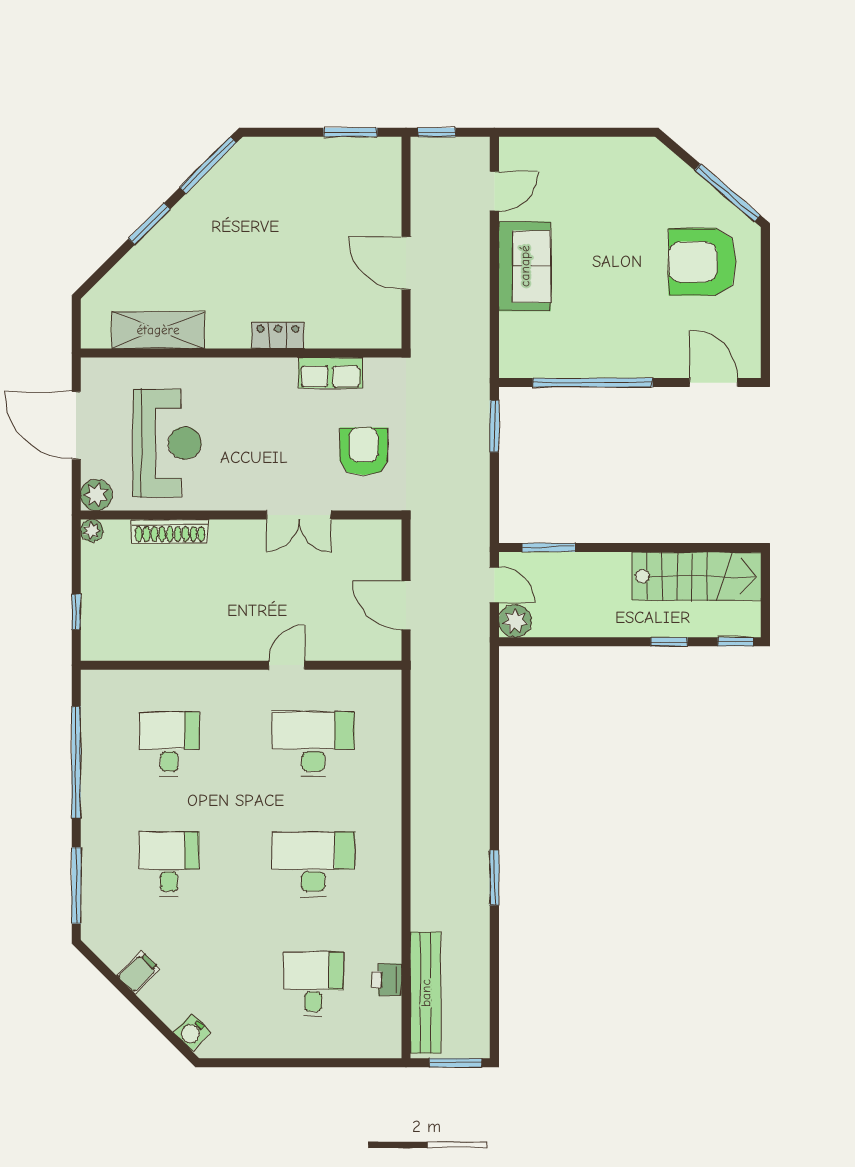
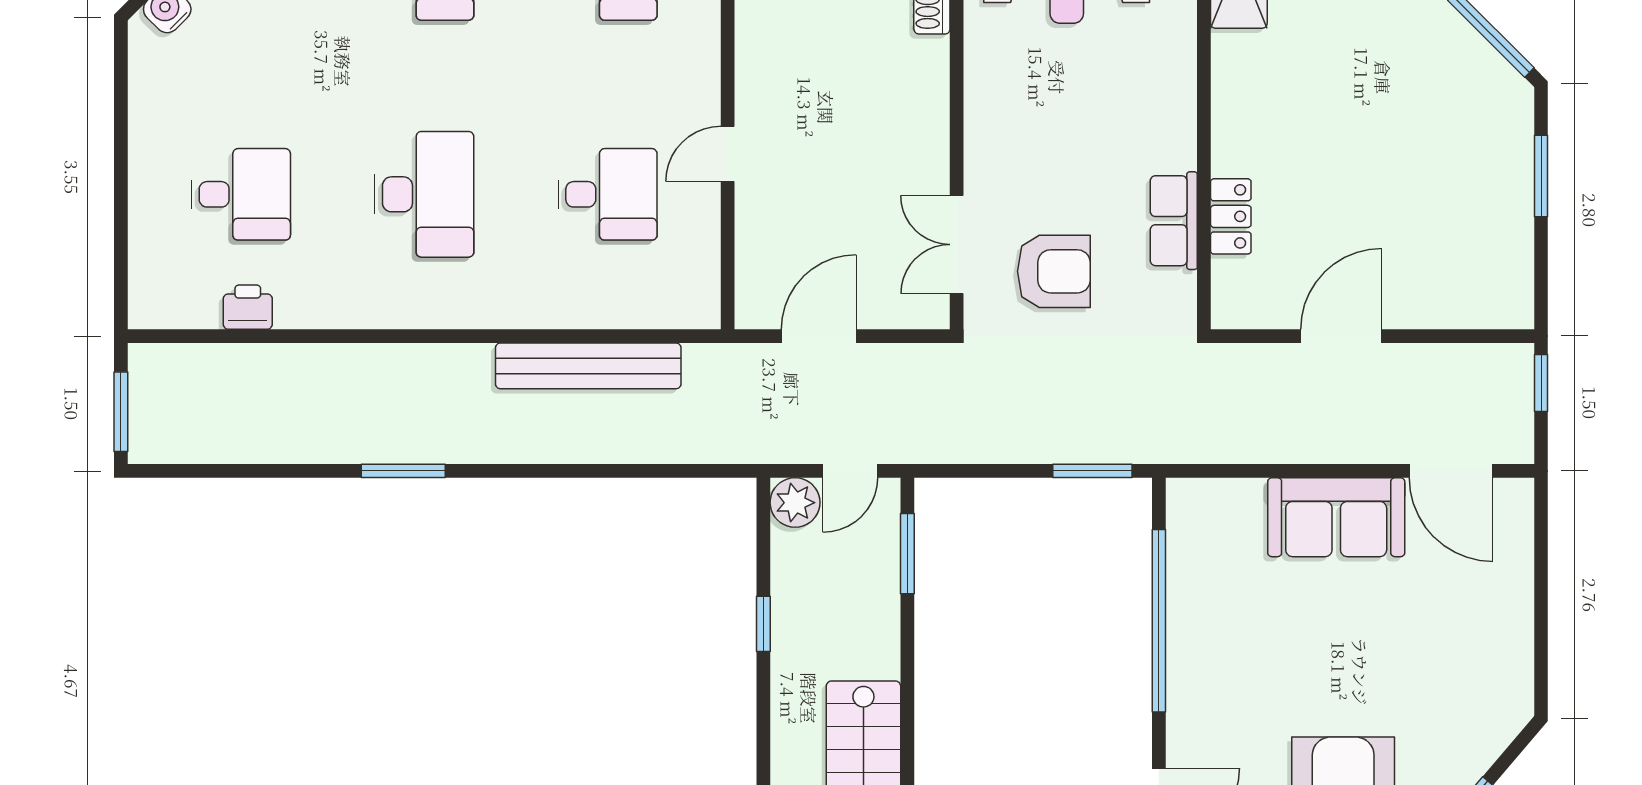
window: (350, 132) -> (1541, 176), moved
door: (494, 191) -> (1451, 471), width x1.38
locker: (278, 335) -> (1231, 216), moved
double door: (299, 515) -> (957, 245), moved
window: (669, 642) -> (763, 624), moved
door: (287, 665) -> (728, 154), swing flipped
desk: (313, 744) -> (607, 194), width x0.73
bench: (426, 993) -> (588, 366), moved

